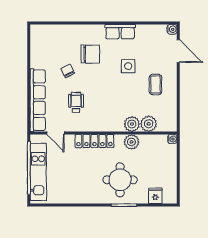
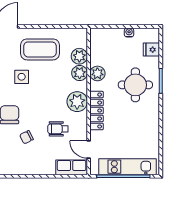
coffee table: (155, 84) -> (40, 49), width x1.86, depth x1.72
row of seats: (38, 100) -> (72, 167), width x0.50
plant: (103, 122) -> (77, 102), added
door: (55, 133) -> (89, 149), swing flipped
water cooler: (172, 139) -> (129, 33), moved

